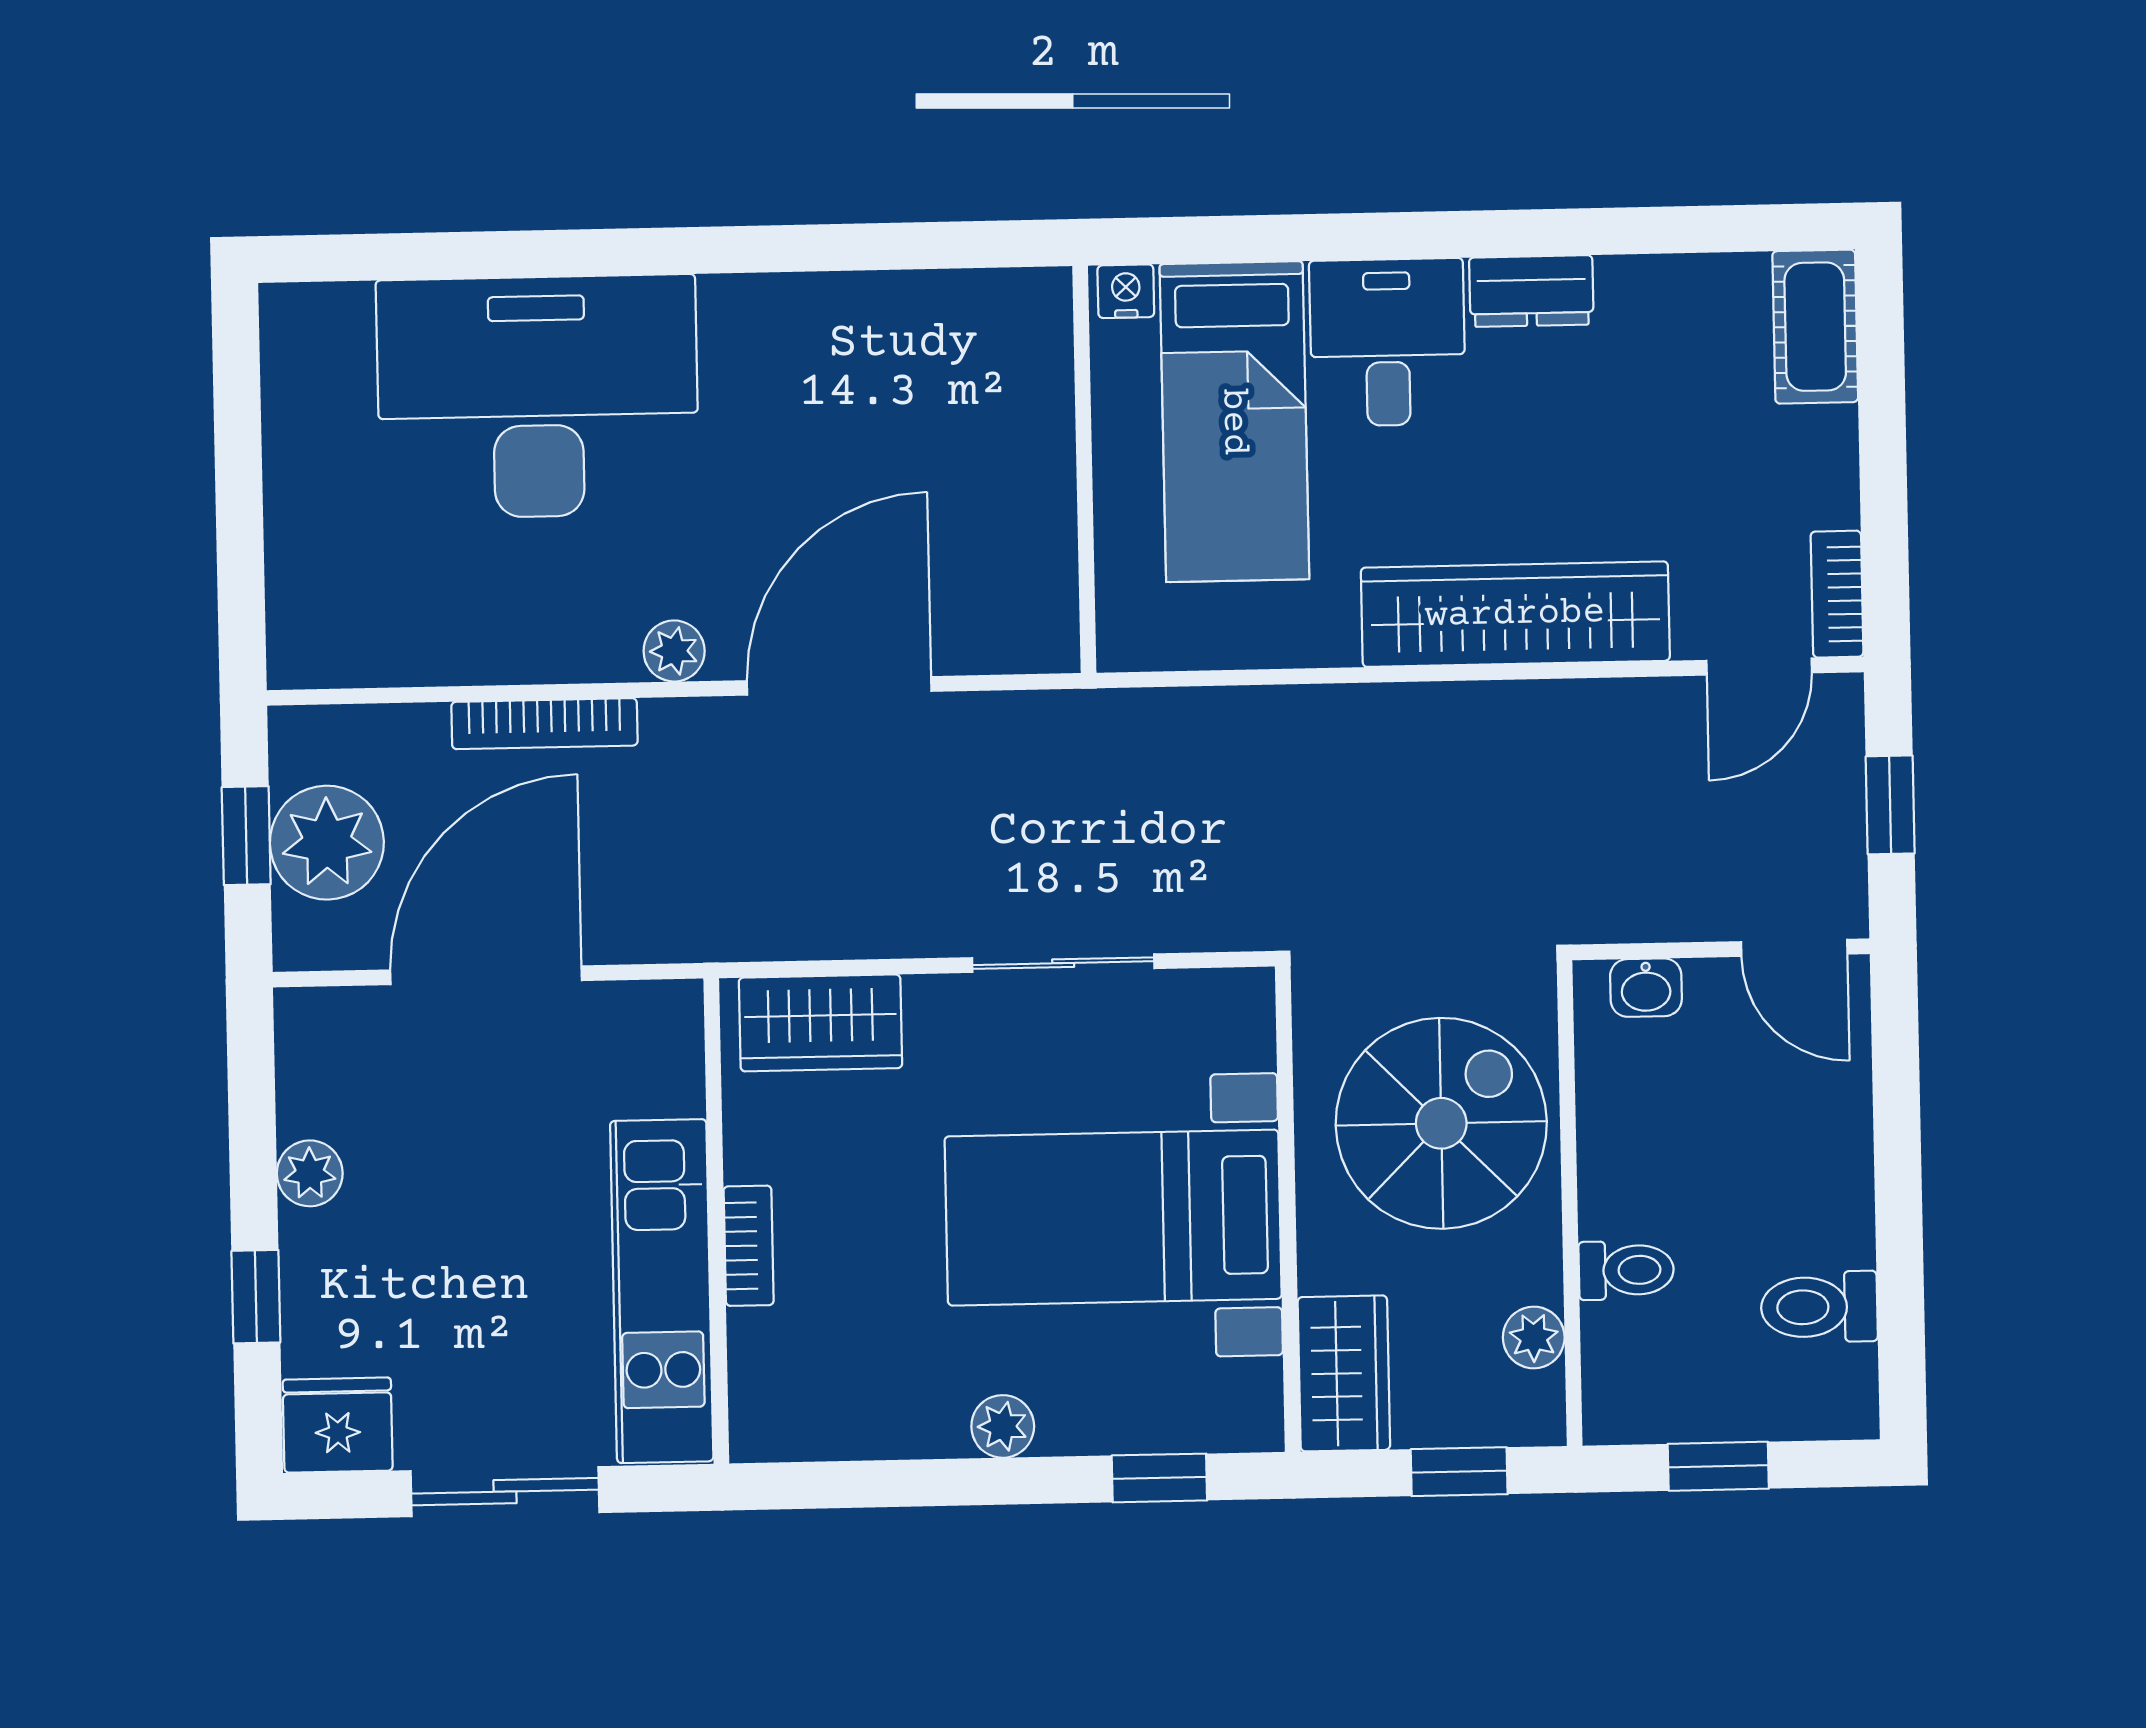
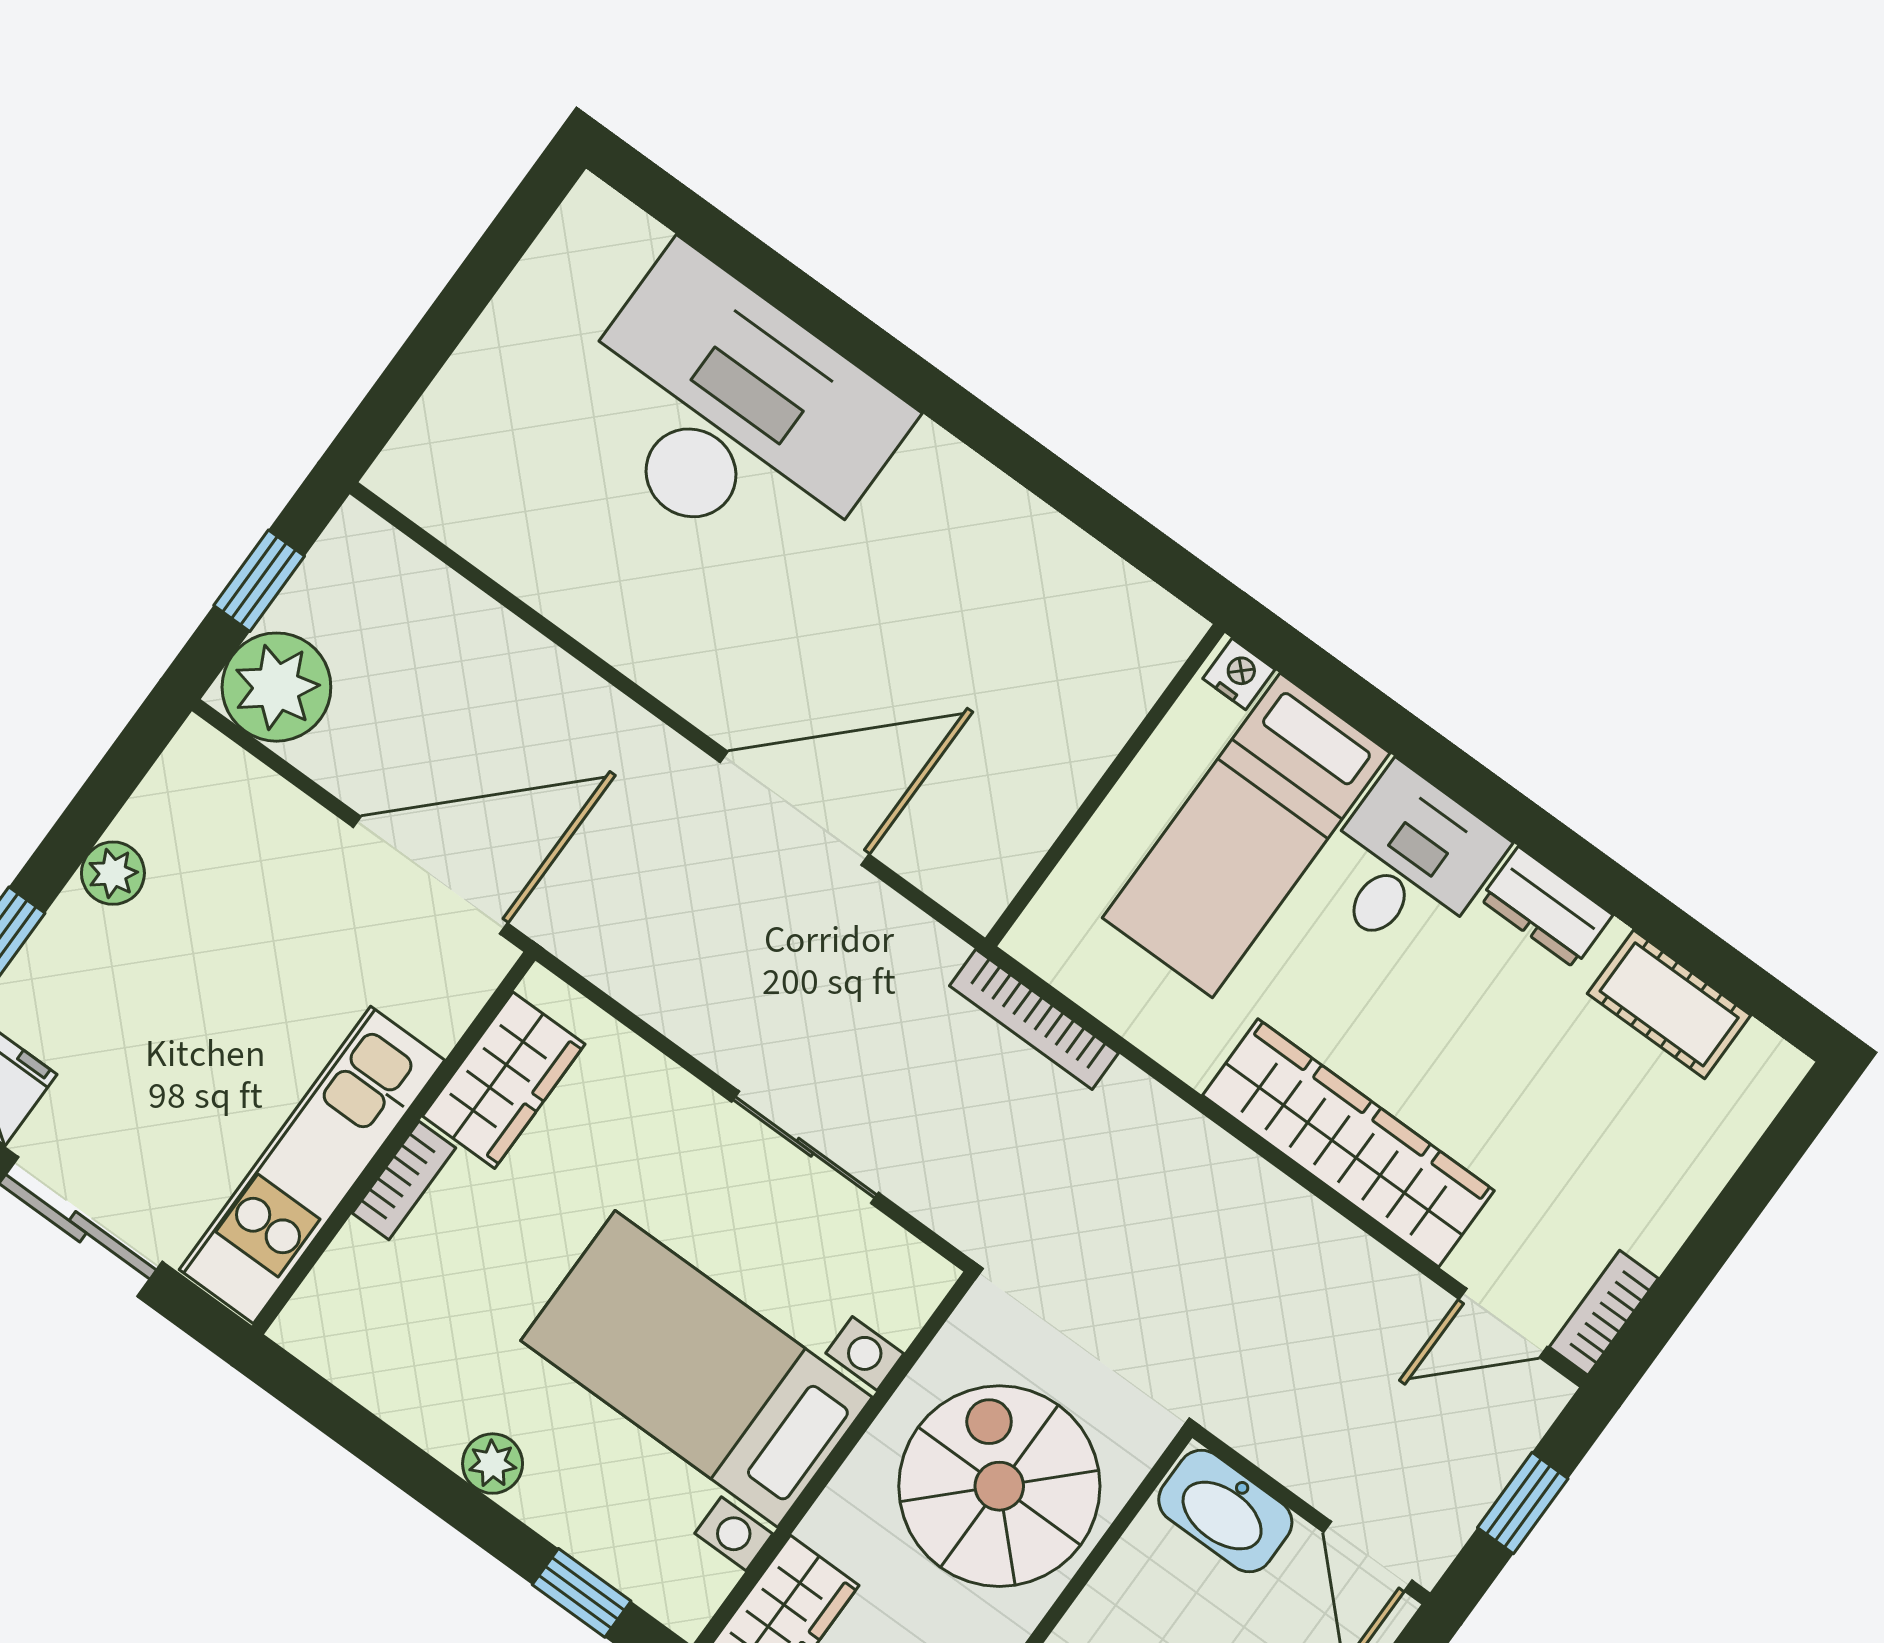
cot: (1815, 327) -> (1669, 1004), moved, turned 90
plant: (674, 651) -> (690, 687), removed
bookcase: (544, 724) -> (1034, 1019), moved
plant: (327, 843) -> (276, 687), moved
door: (486, 975) -> (430, 875), moved
washbasin: (1646, 988) -> (1225, 1511), width x1.91, depth x1.45
wardrobe: (820, 1023) -> (504, 1080), moved, turned -90
spiral stairs: (1441, 1123) -> (999, 1486), turned -90

